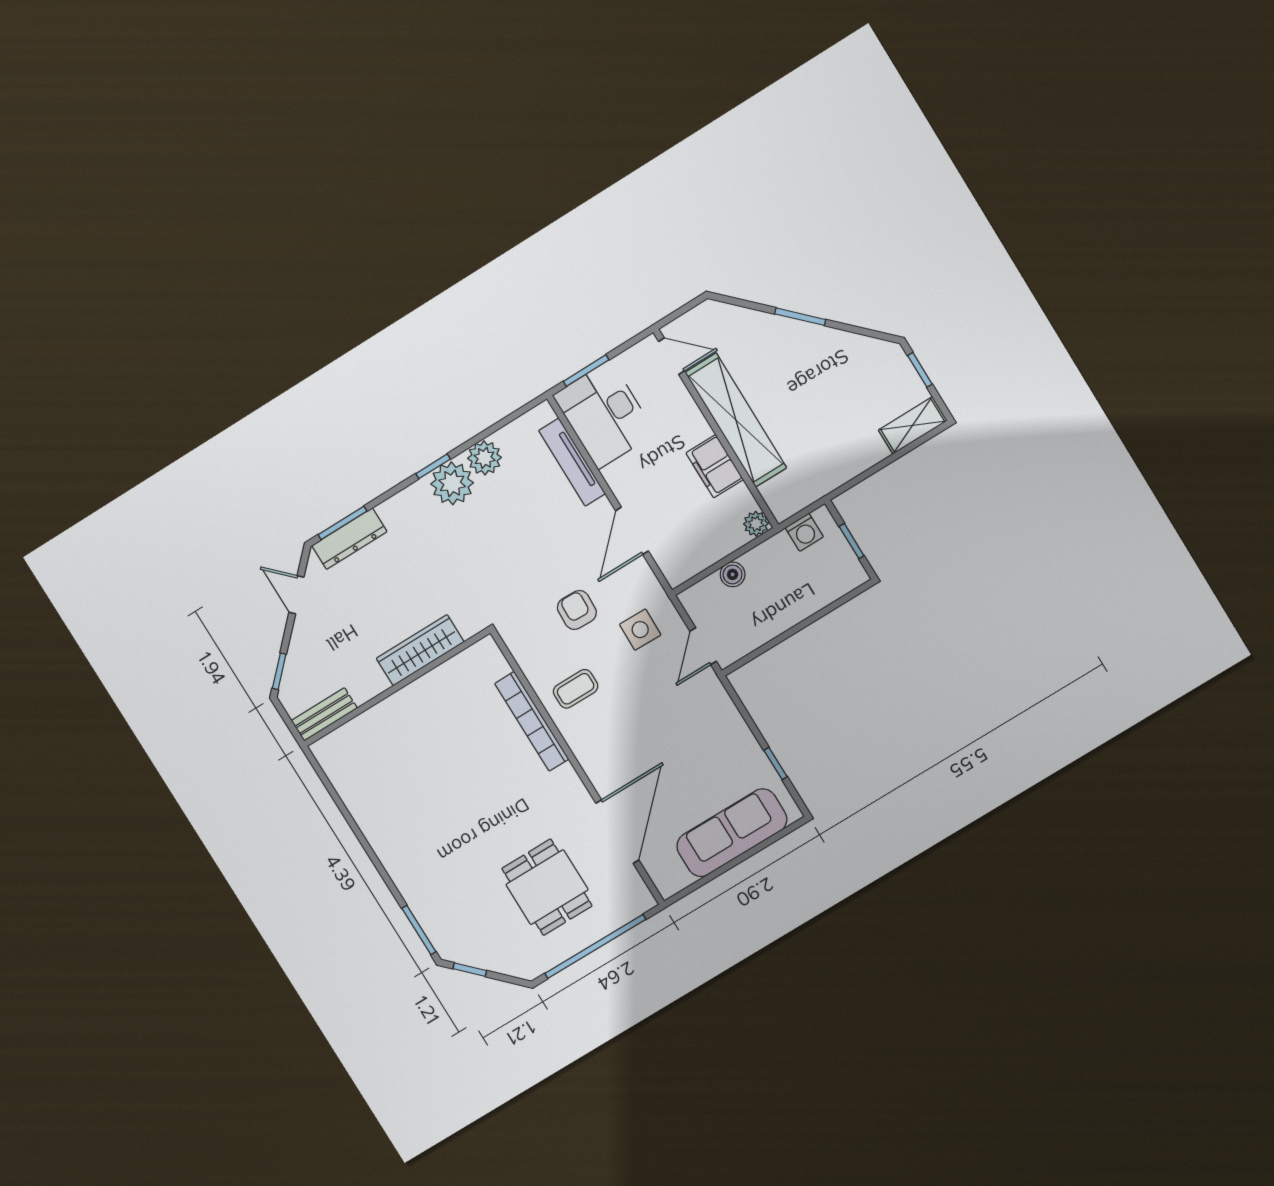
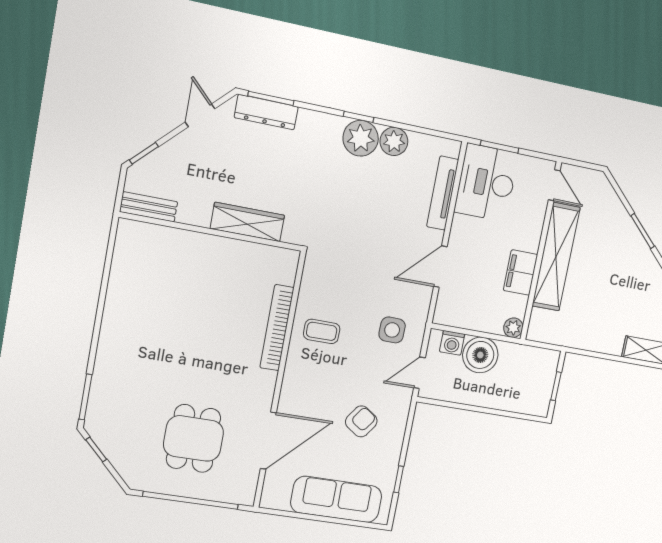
washing machine: (804, 532) -> (452, 343), moved
boiler: (733, 574) -> (480, 355), width x1.86, depth x1.86
armchair: (577, 610) -> (361, 421), moved, turned 33

